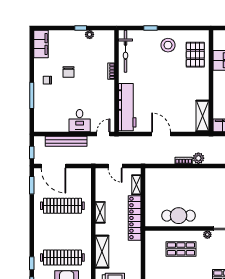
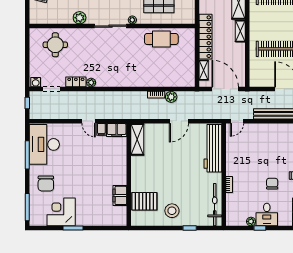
pallet: (195, 55) -> (144, 201), turned 90
desk: (80, 121) -> (267, 214), moved, turned 180
door: (161, 134) -> (179, 121), hinge flipped
plant: (198, 158) -> (171, 97), moved
door: (115, 166) -> (225, 89), width x1.88
shelving: (100, 212) -> (240, 31), moved

